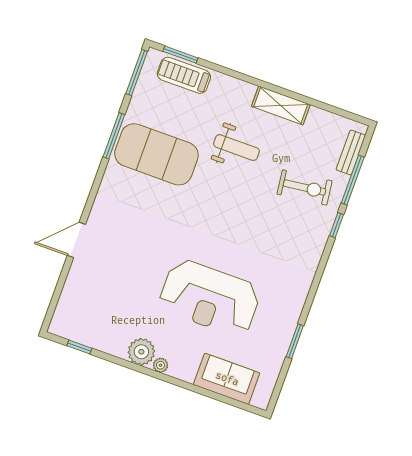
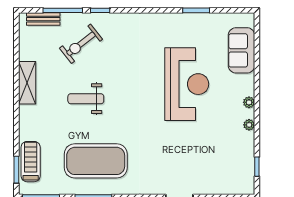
treadmill: (184, 75) -> (31, 162), turned 180
weight bench: (236, 148) -> (86, 99), moved, turned -90
exercise mat: (156, 154) -> (96, 161), turned 90
exercise bike: (305, 188) -> (81, 44), turned -121
plant: (141, 352) -> (249, 125), width x0.53, depth x0.53

